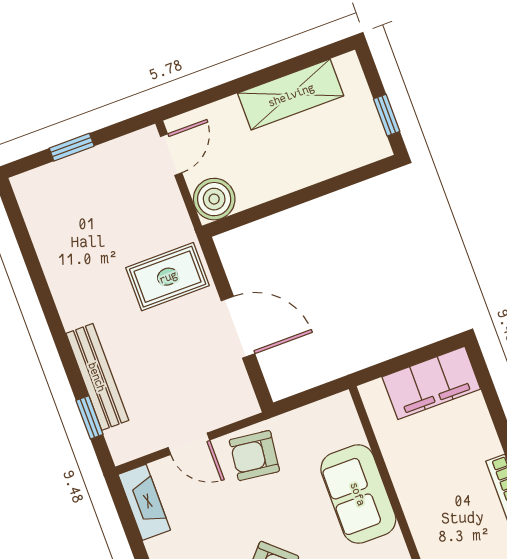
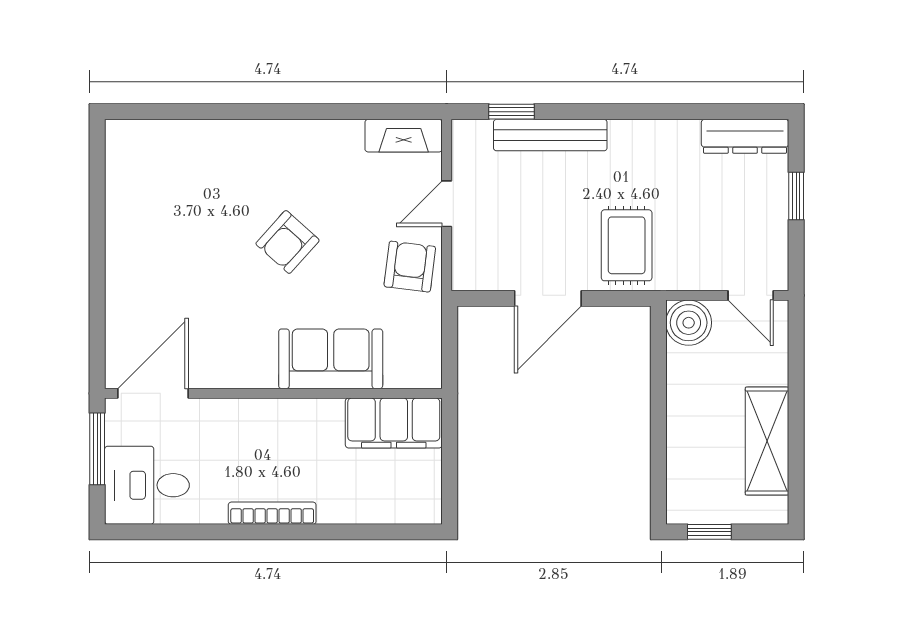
dresser: (37, 210) -> (745, 136), added
filing cabinet: (431, 383) -> (394, 423), moved, turned -90

